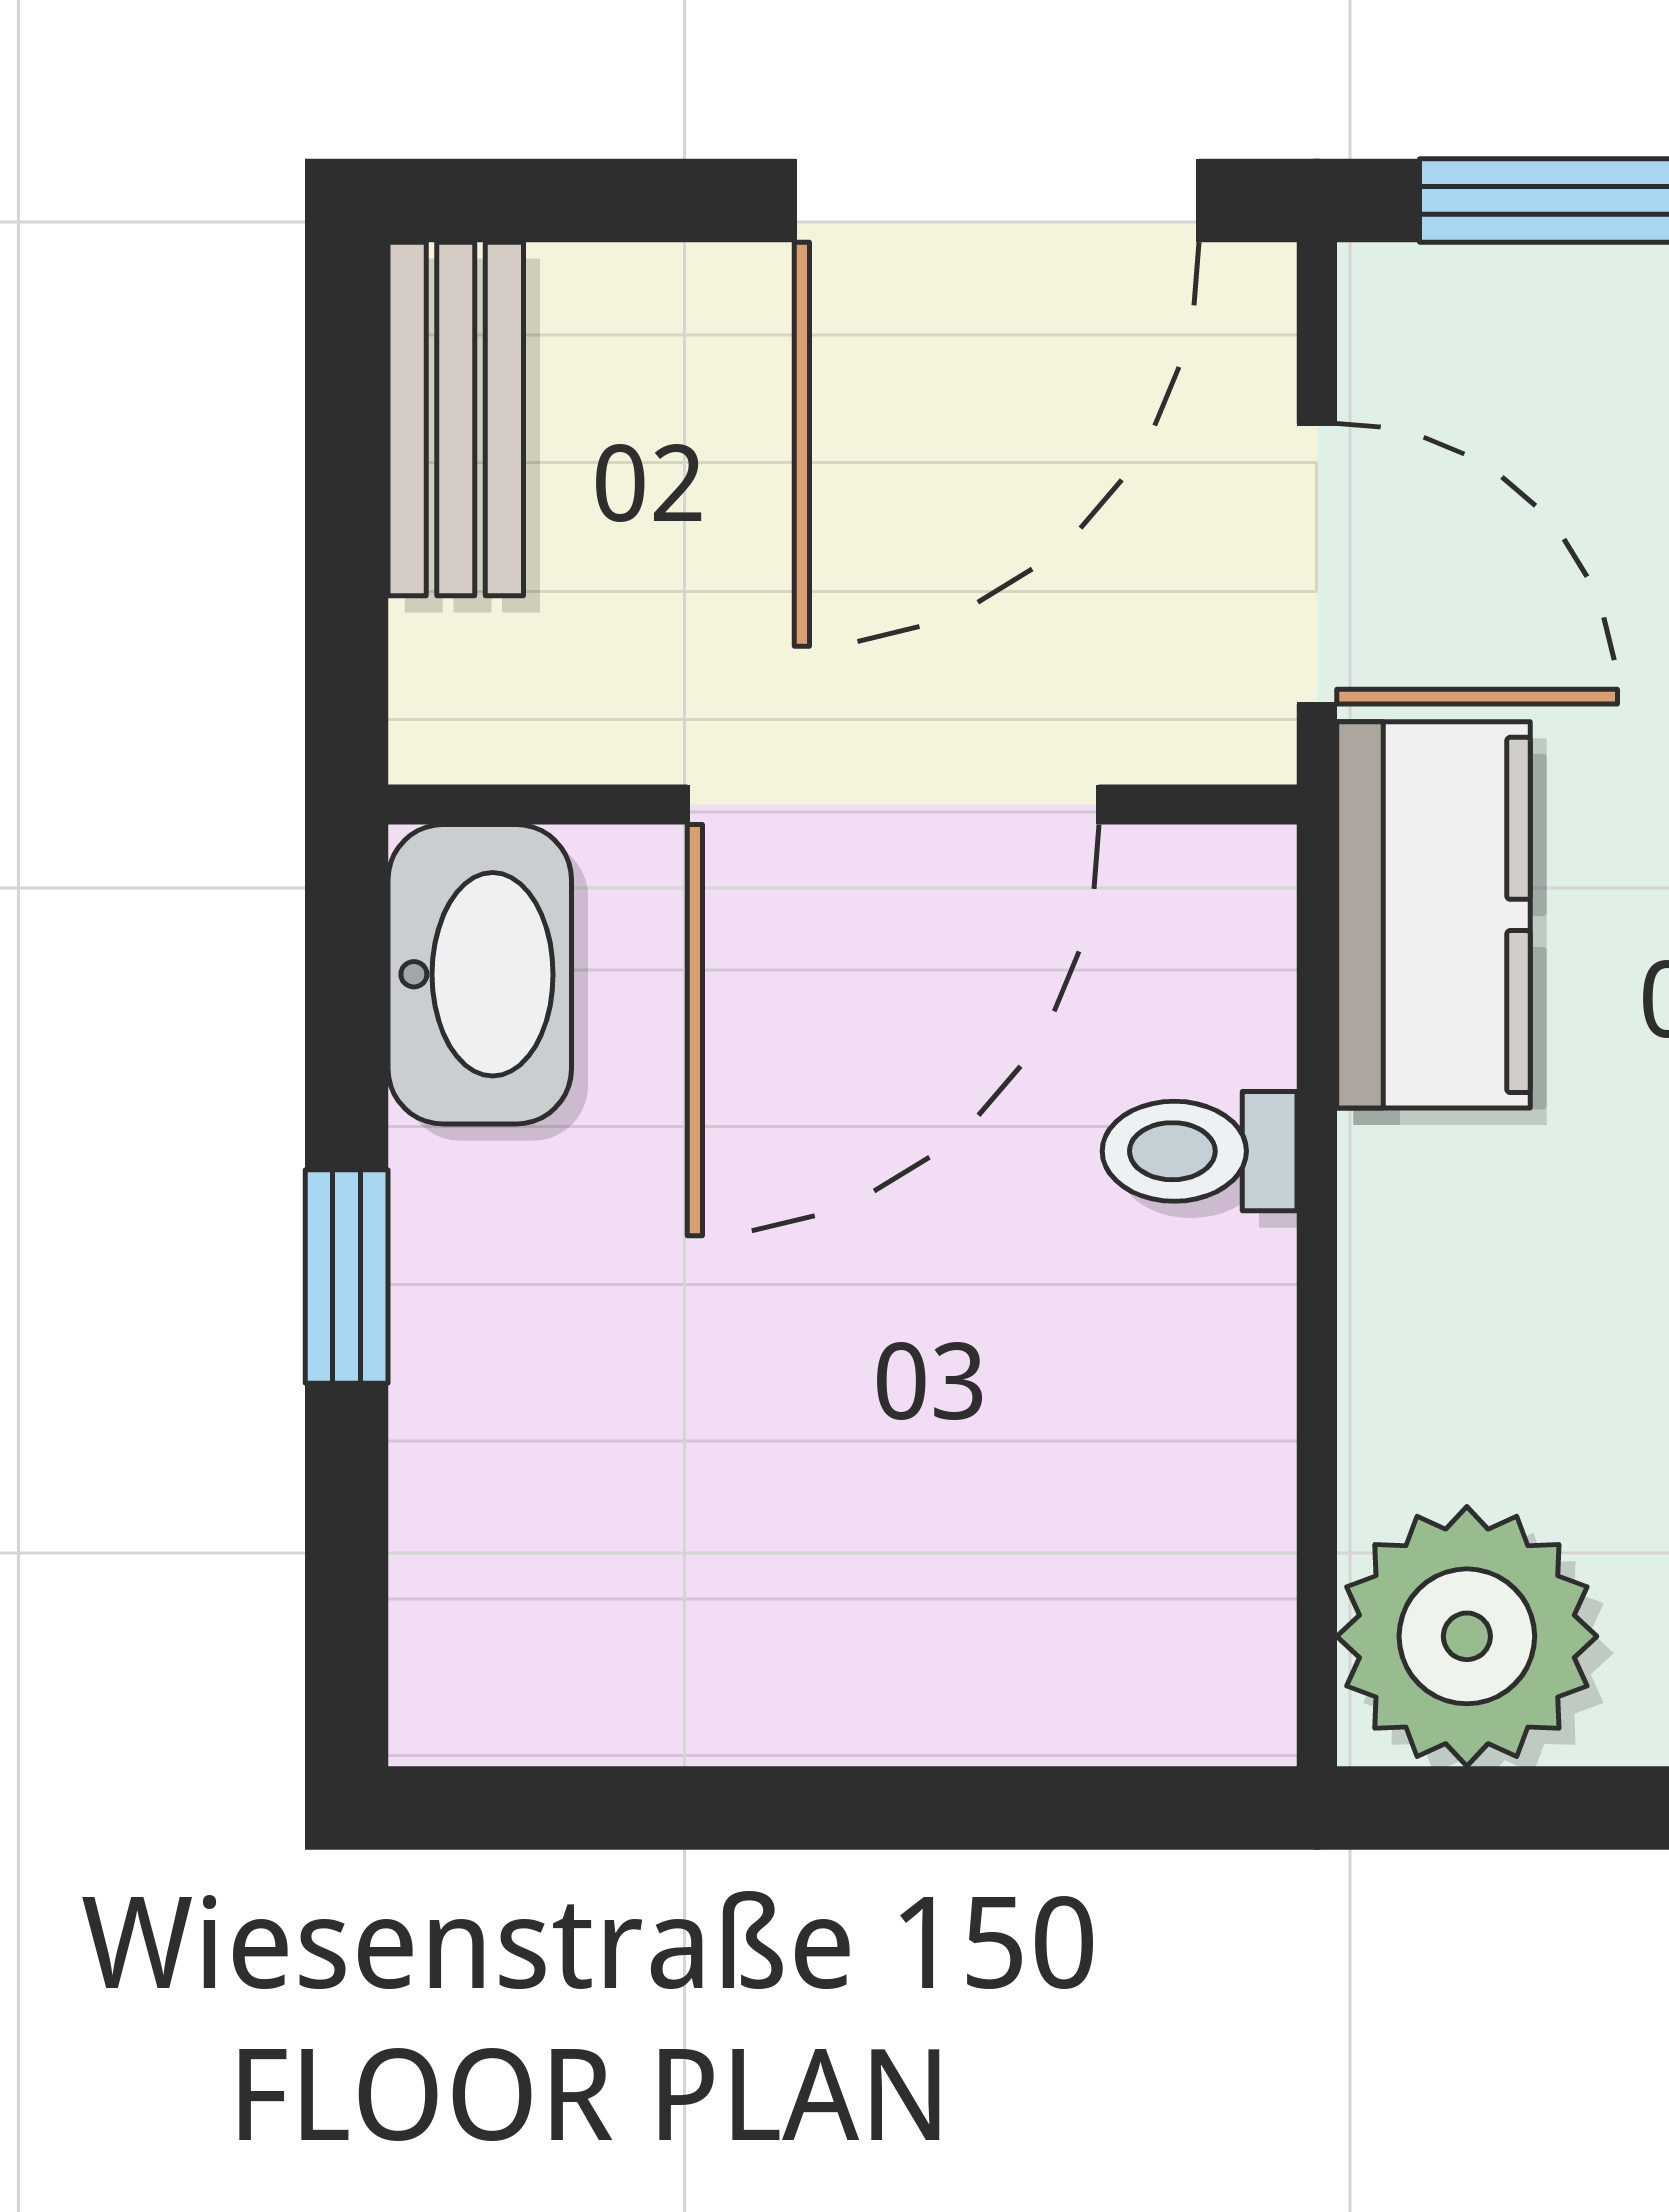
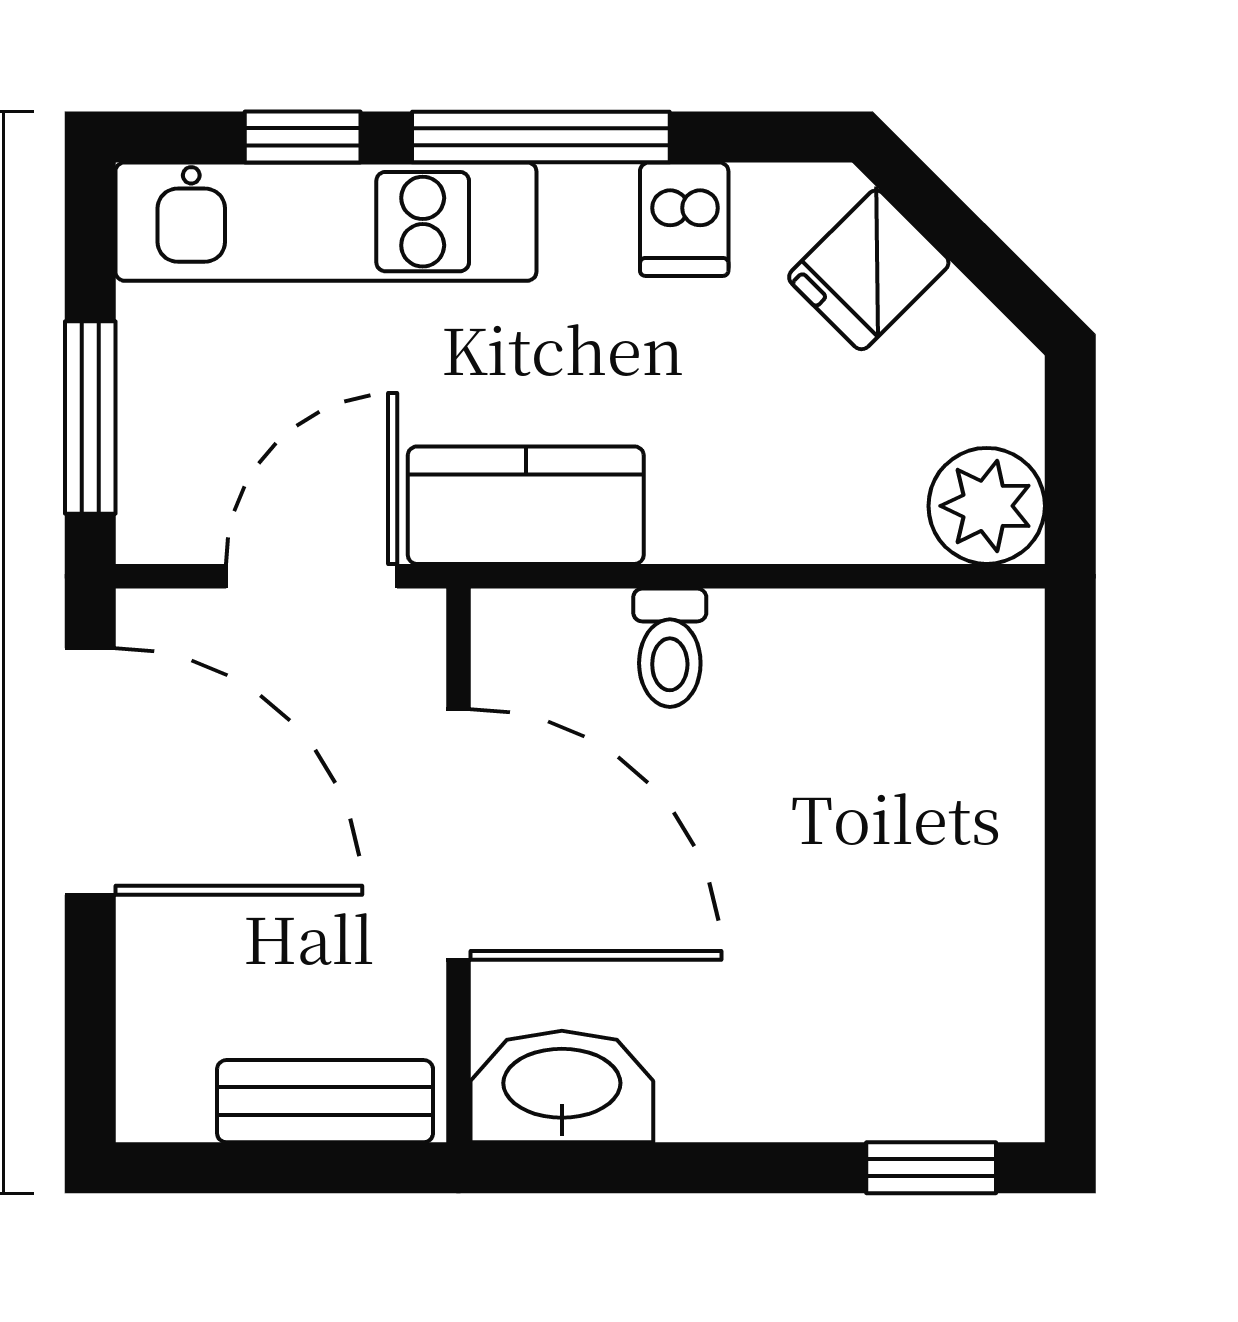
bench: (456, 419) -> (325, 1101), moved
window: (347, 1277) -> (931, 1168), moved
plant: (1467, 1636) -> (987, 506), width x0.73, depth x0.73

